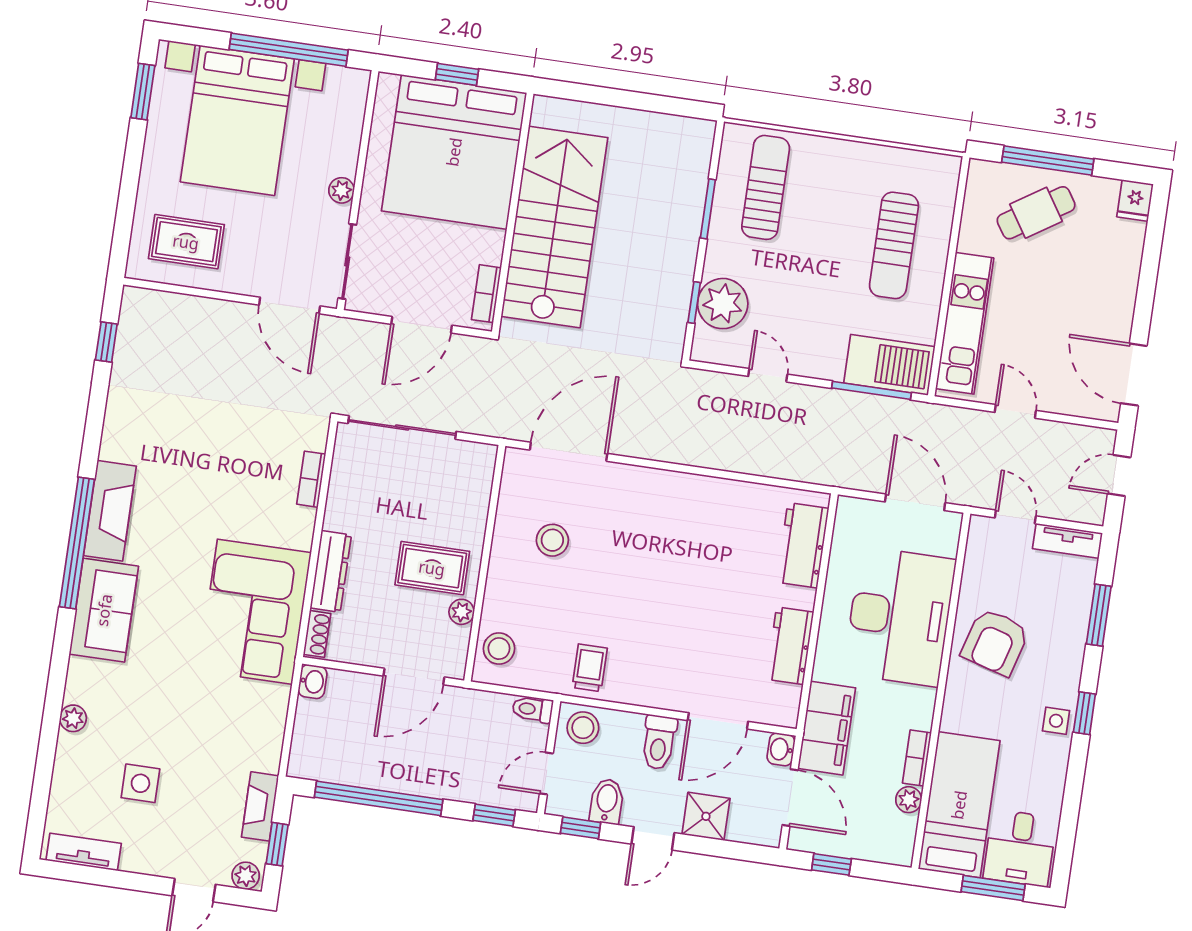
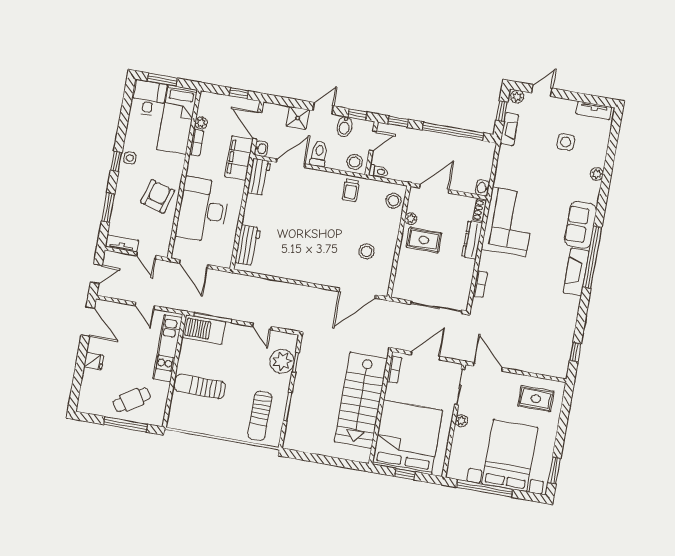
fridge: (1135, 201) -> (94, 361), moved, turned 90
sun lounger: (894, 245) -> (200, 386), turned -90
workbench: (790, 646) -> (259, 177), moved

